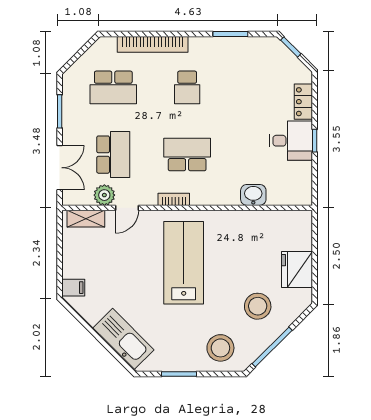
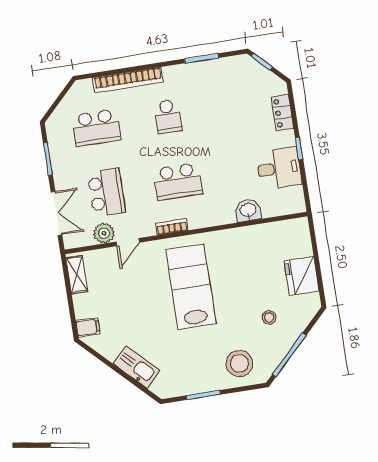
desk: (291, 141) -> (279, 168), moved
school desk: (187, 155) -> (178, 181), turned 180
shelving: (86, 219) -> (77, 275), moved, turned 90
stool: (258, 306) -> (269, 317), width x0.53, depth x0.53
kitchen sink: (123, 339) -> (136, 367), width x0.73, depth x0.81

